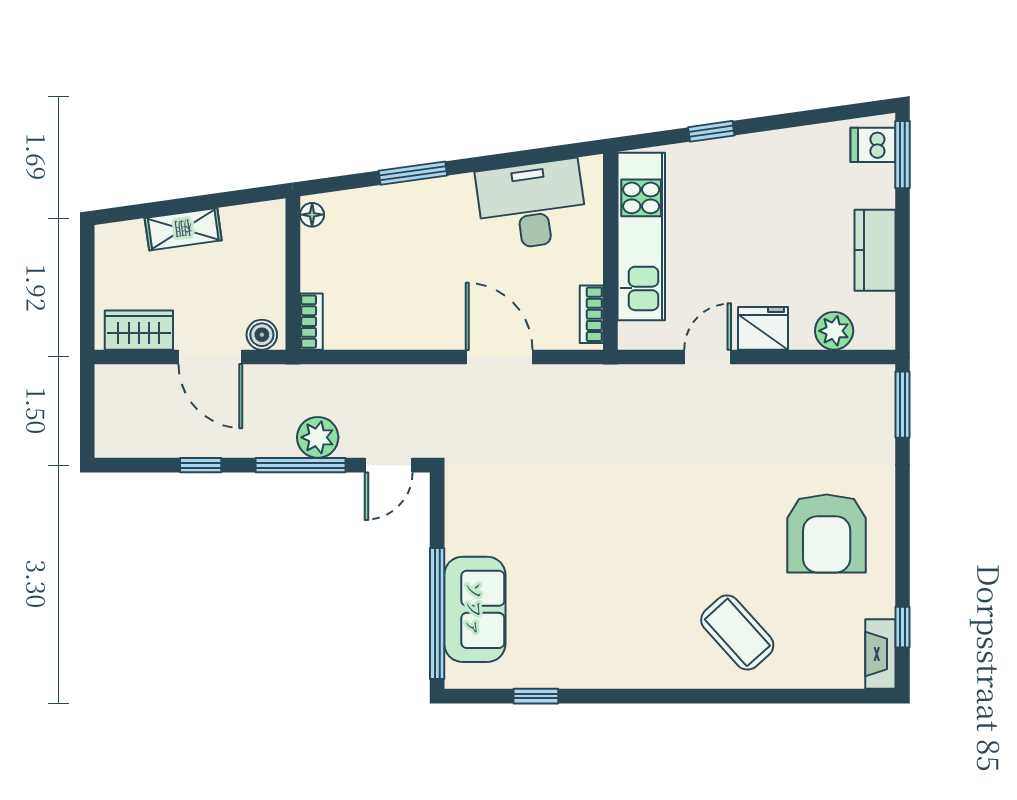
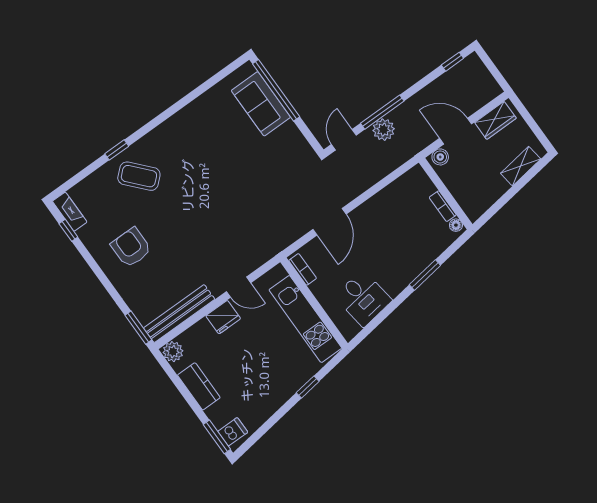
desk: (532, 205) -> (363, 298), width x0.73
shelving: (183, 229) -> (521, 166), moved
bookcase: (311, 322) -> (443, 206), moved
plant: (834, 331) -> (173, 352), moved
door: (499, 357) -> (330, 222), hinge flipped
door: (708, 357) -> (238, 287), hinge flipped
bench: (826, 382) -> (179, 314), added
window: (201, 465) -> (452, 62), moved
armchair: (827, 533) -> (131, 247), width x0.73, depth x0.73
window: (536, 696) -> (117, 150), moved

